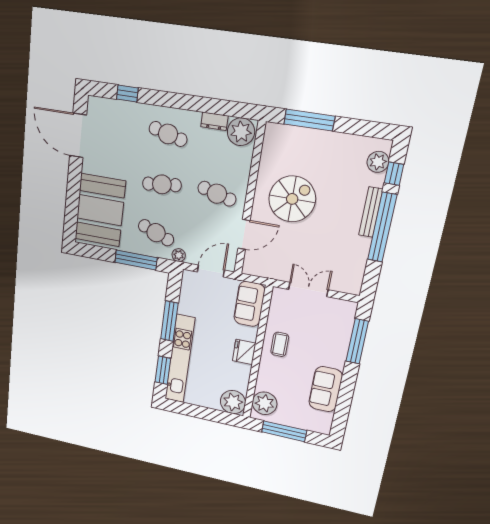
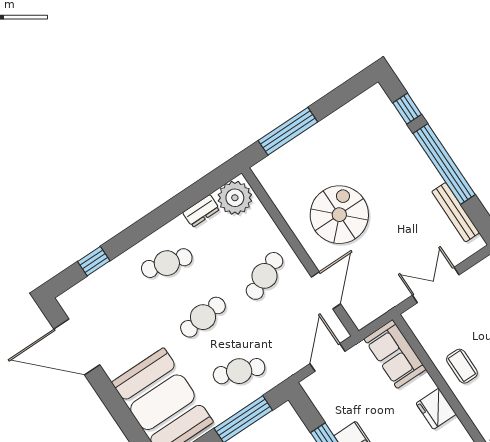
plant: (378, 162) -> (383, 112), removed
cafe table: (217, 194) -> (264, 276), turned -39
bench: (371, 212) -> (456, 212), moved
plant: (179, 255) -> (282, 372), removed

